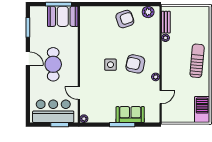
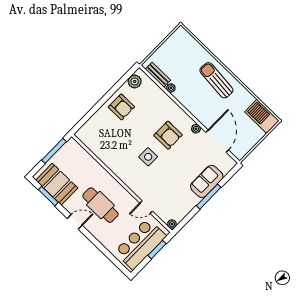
booth: (63, 16) -> (57, 184), moved, turned 90
armchair: (125, 19) -> (121, 107), turned 109
armchair: (135, 64) -> (168, 135), turned -102
door: (161, 97) -> (217, 141), width x1.88

